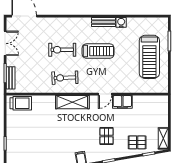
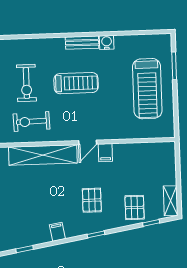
exercise bike: (62, 50) -> (26, 83), turned -90
shelving: (72, 102) -> (43, 155), width x1.47
filing cabinet: (122, 102) -> (105, 153), width x0.50
pallet: (137, 142) -> (135, 207), turned 90

